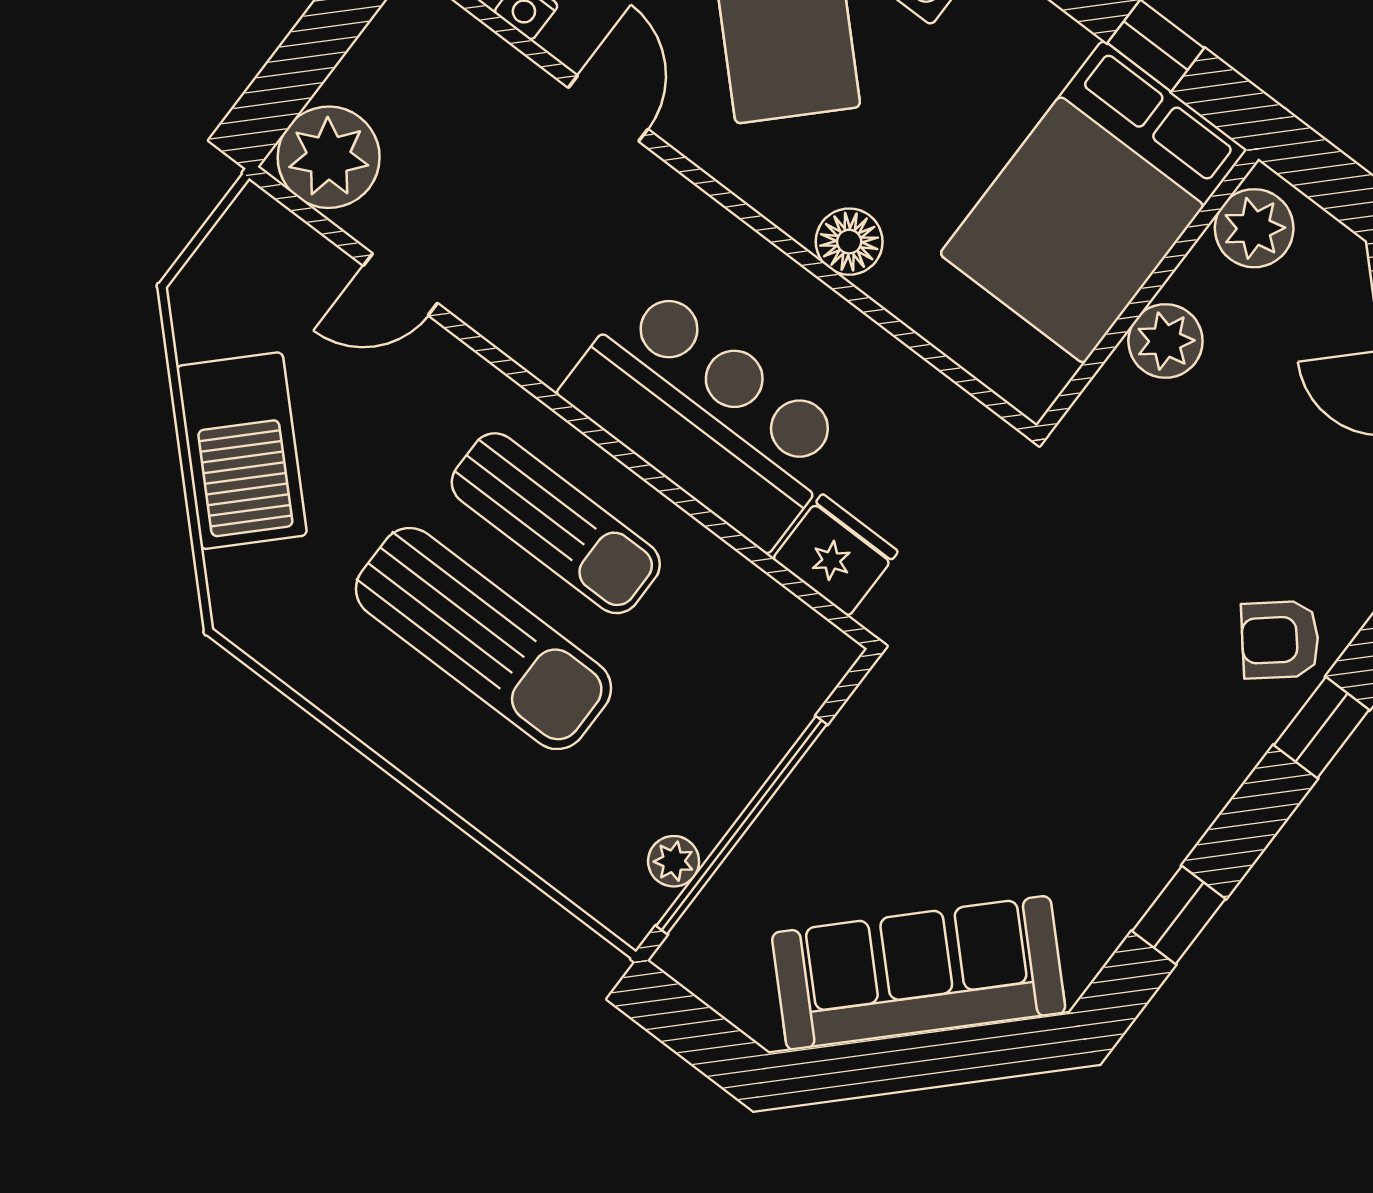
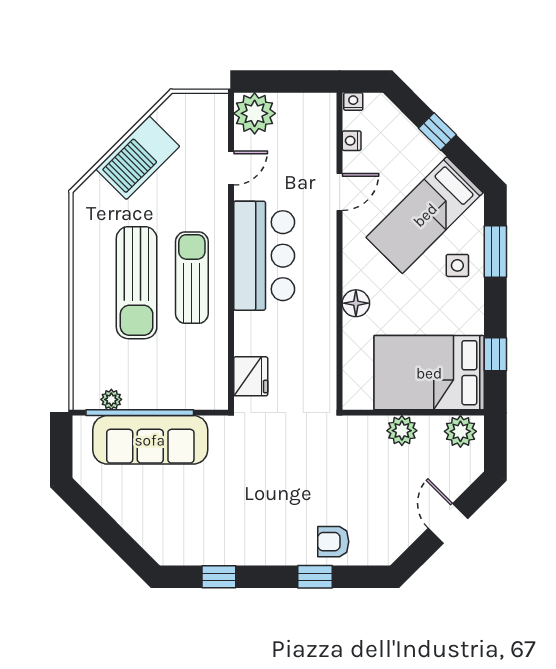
door: (400, 284) -> (231, 168), swing flipped
bar counter: (706, 415) -> (264, 256), moved
sun lounger: (556, 523) -> (192, 278), turned 180
armchair: (1280, 640) -> (333, 542), turned -50
sofa: (919, 973) -> (150, 440), moved, turned 135

